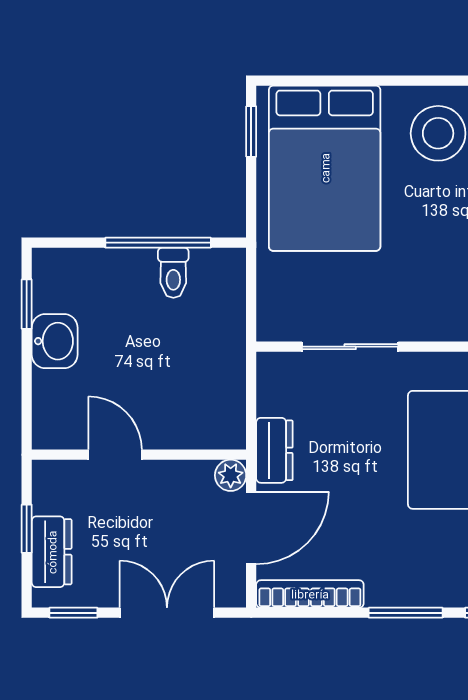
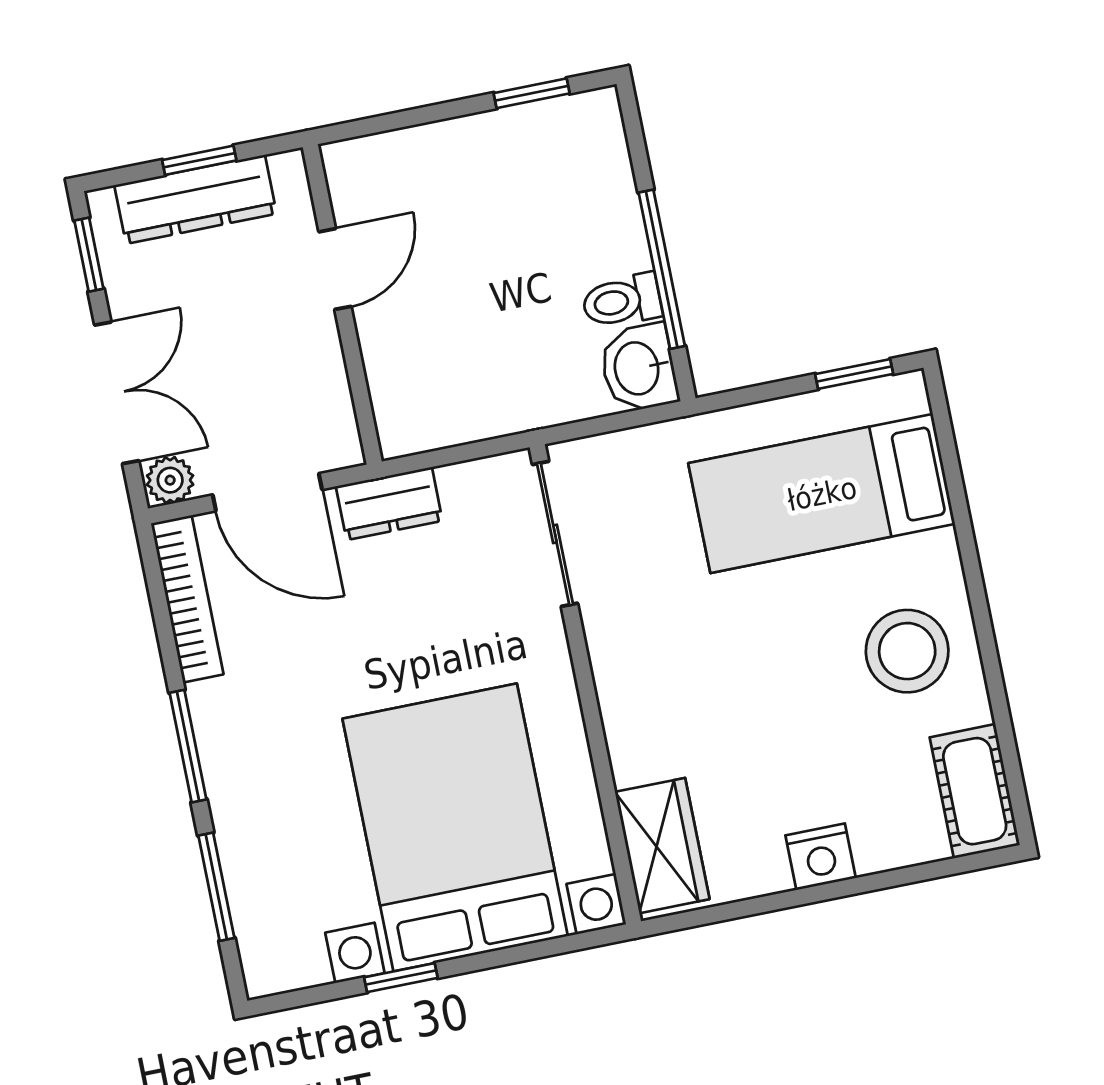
bed: (325, 168) -> (822, 494), width x0.67
washbasin: (55, 341) -> (639, 368), moved, turned 90
sliding door: (350, 347) -> (555, 534), moved
plant: (231, 475) -> (170, 480), moved
dresser: (52, 552) -> (195, 199), width x1.44

